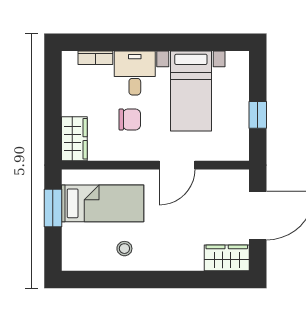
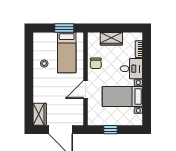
chair: (130, 119) -> (96, 63), moved
wardrobe: (74, 139) -> (111, 39), moved
door: (177, 165) -> (86, 90), hinge flipped

